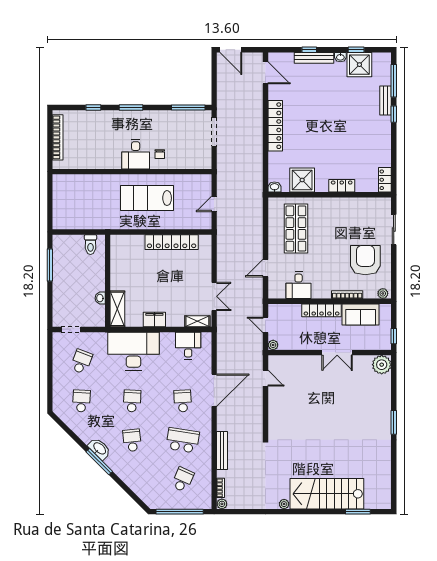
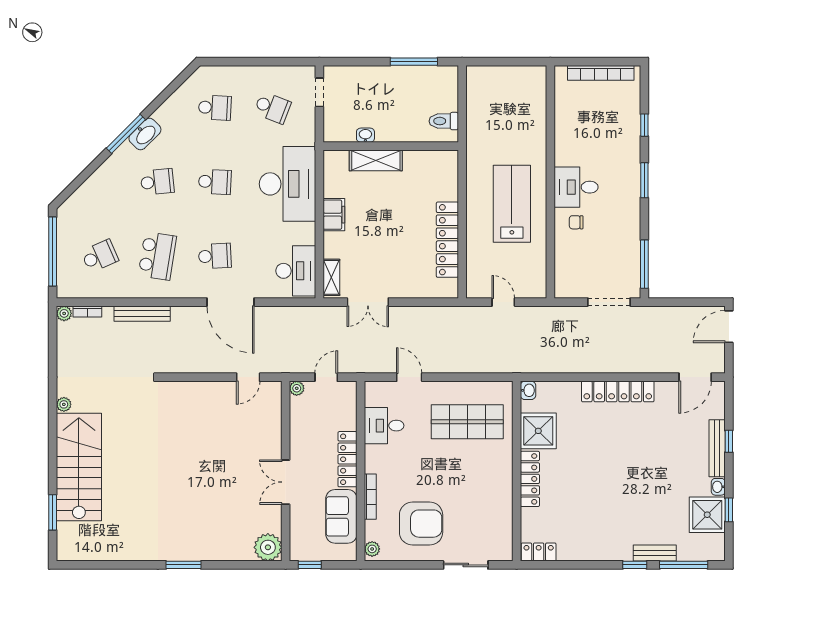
locker: (342, 186) -> (530, 479), width x1.53
shelving: (117, 309) -> (376, 160), moved
desk: (188, 346) -> (296, 271), width x1.37
school desk: (183, 480) -> (100, 256), turned -48

